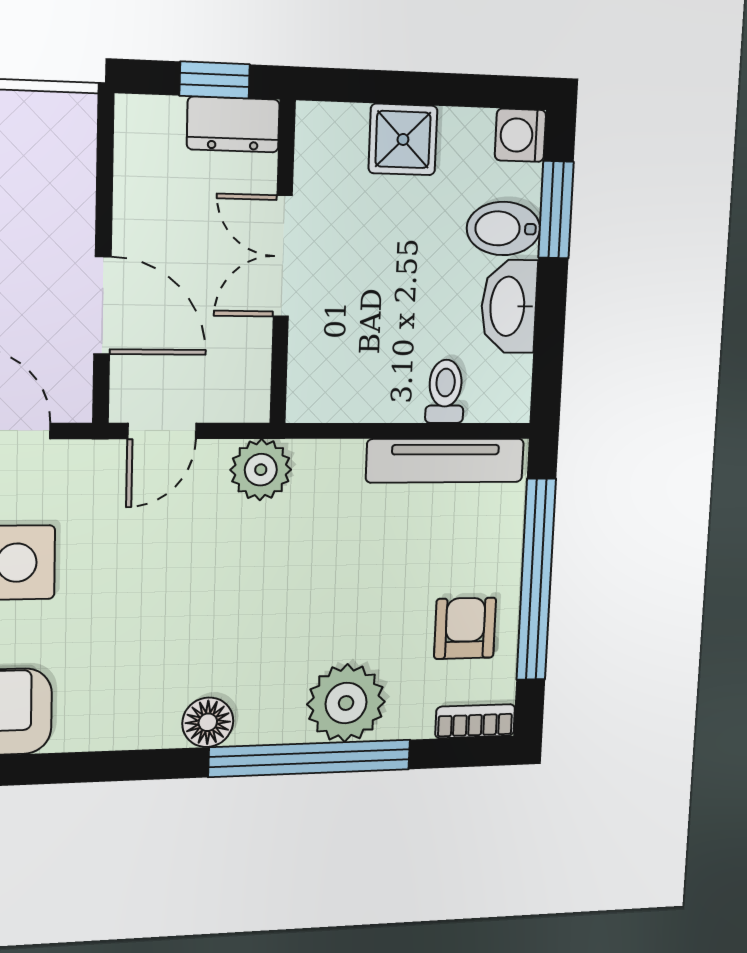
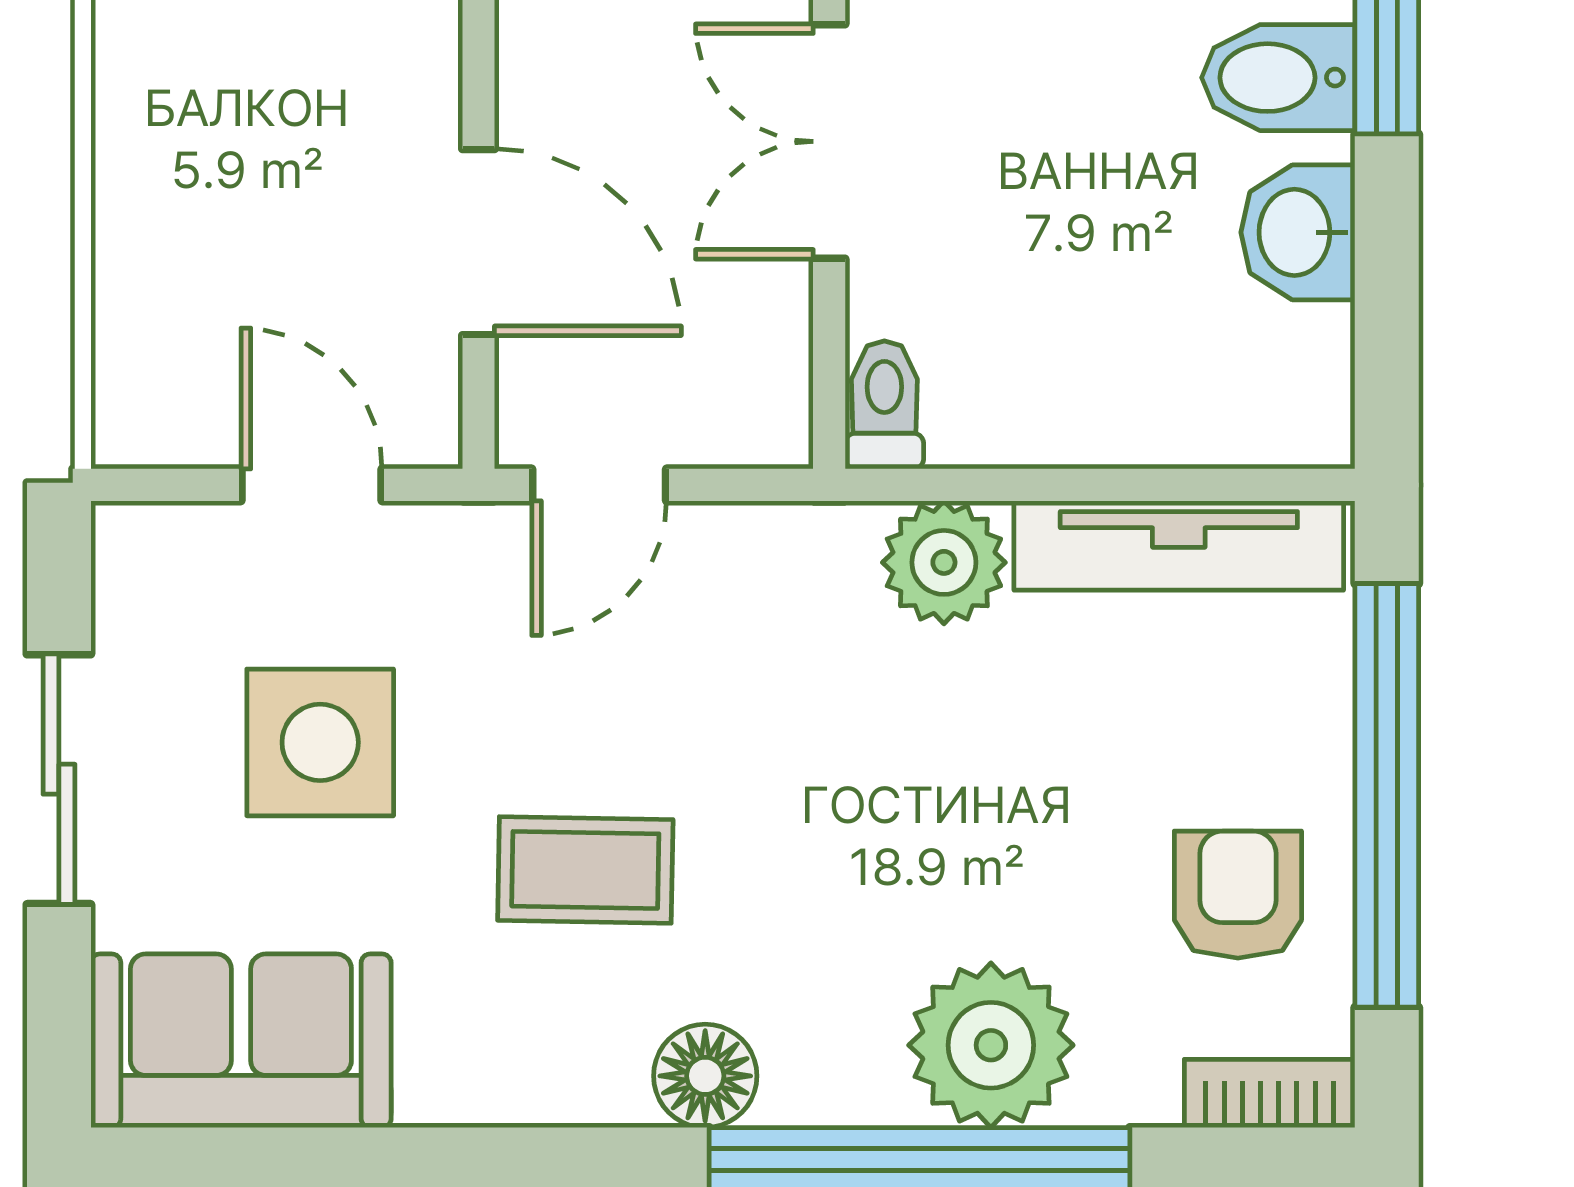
washbasin: (509, 306) -> (1298, 232), width x0.72
toilet: (445, 391) -> (884, 405), moved
plant: (261, 470) -> (944, 562), moved
coffee table: (151, 624) -> (585, 870), added

